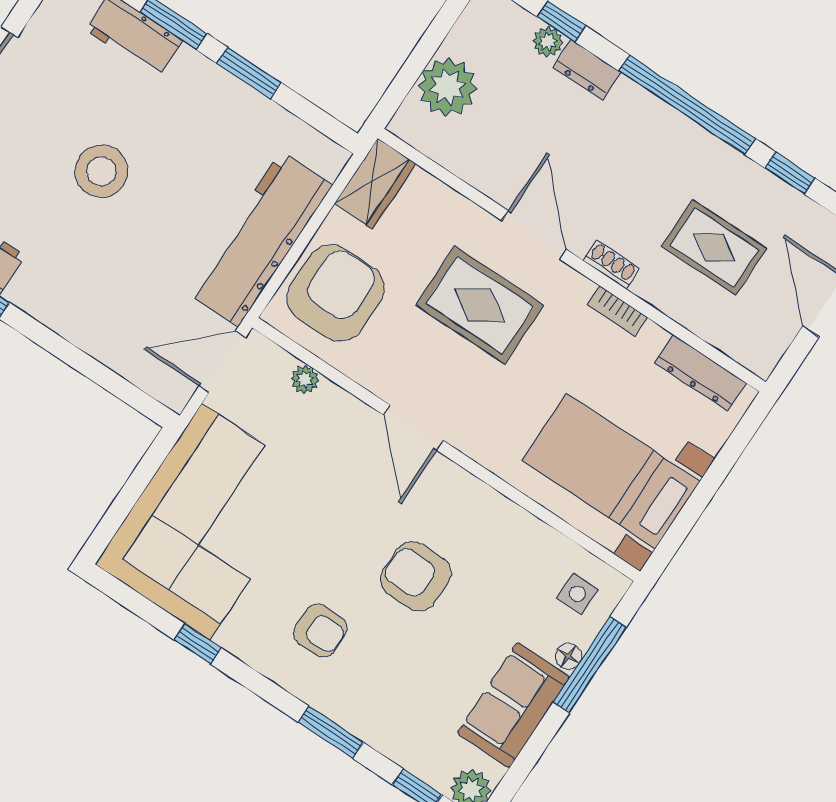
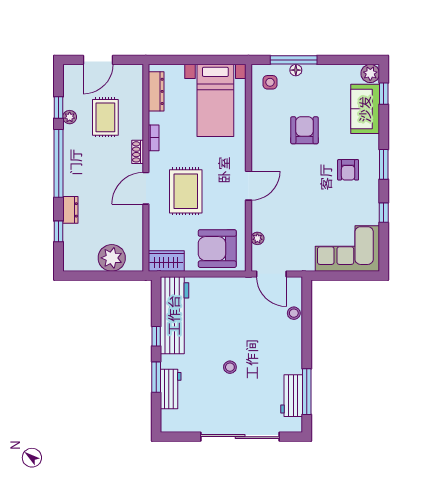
plant: (548, 42) -> (70, 117), moved
window: (249, 73) -> (156, 336), width x0.67
stool: (101, 171) -> (230, 367), width x0.53, depth x0.53
workbench: (260, 239) -> (174, 315), moved, turned -90
stool: (123, 355) -> (294, 313), added
corner sofa: (206, 522) -> (347, 249), width x0.73, depth x0.74
armchair: (416, 576) -> (304, 130), moved, turned 180
armchair: (320, 631) -> (348, 170), turned 180
sofa: (513, 705) -> (365, 109), moved, turned 90
window: (331, 732) -> (384, 164), moved

